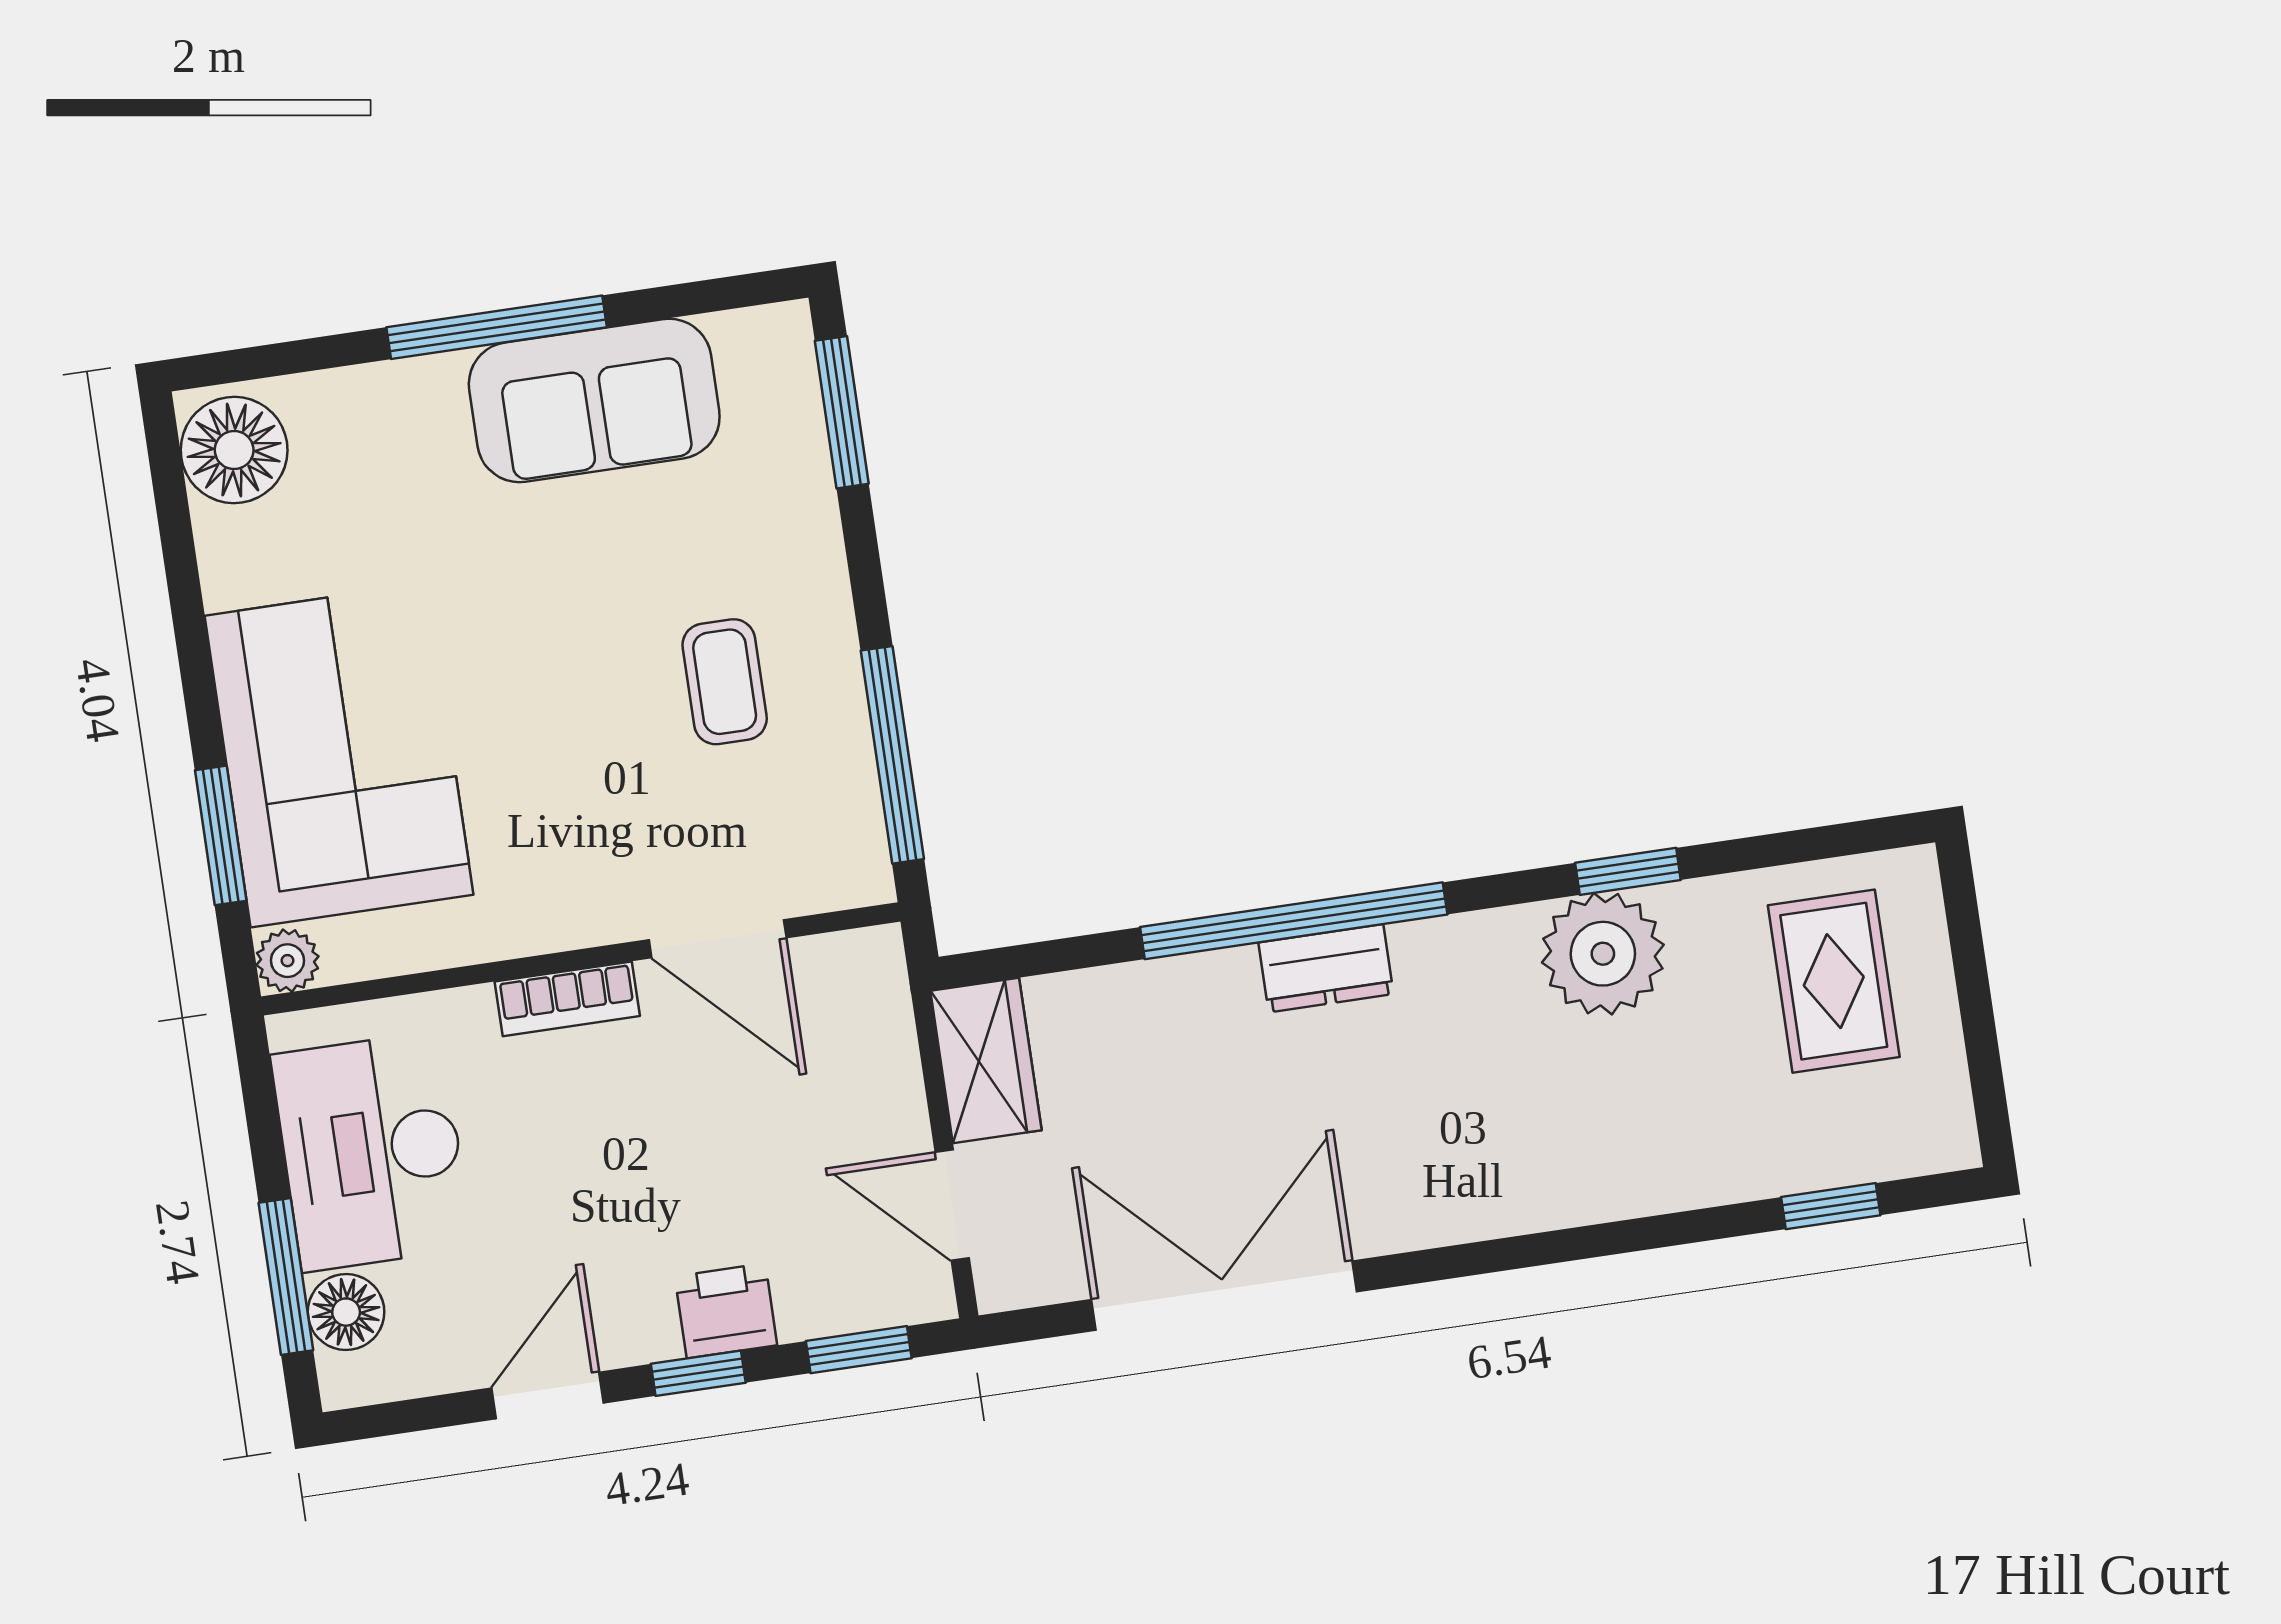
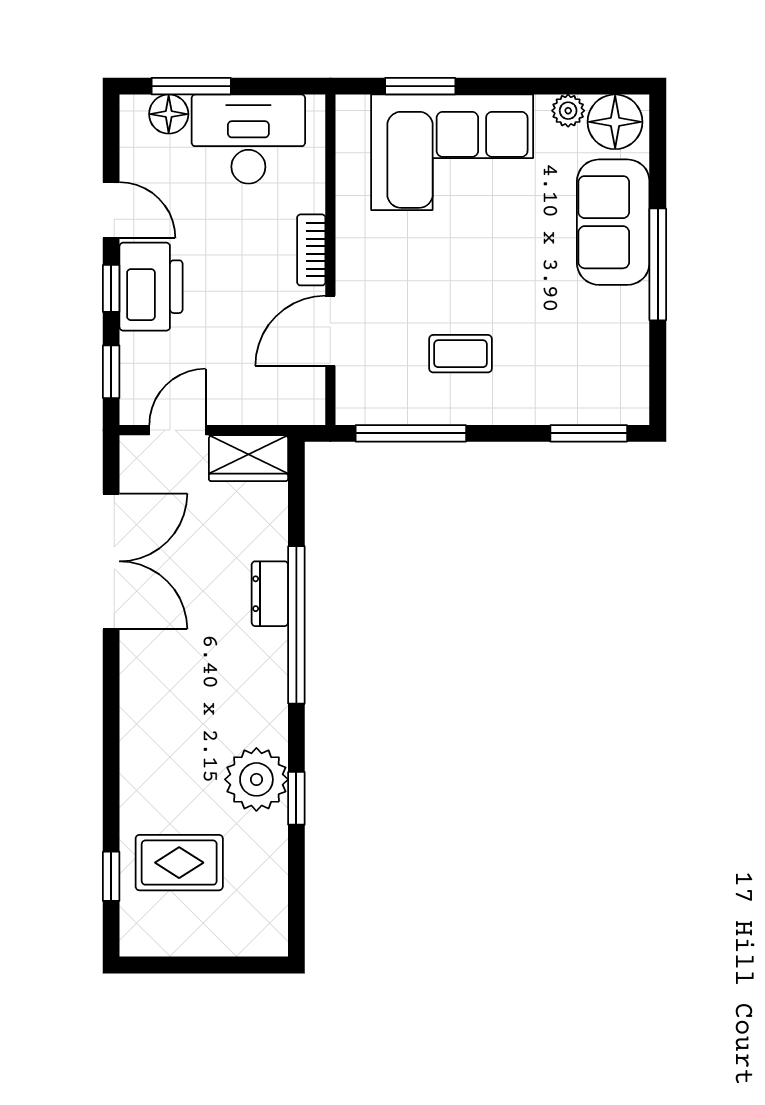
sofa: (594, 400) -> (613, 222), moved
plant: (287, 961) -> (568, 111), moved
dresser: (1326, 968) -> (270, 594), moved
rug: (1834, 981) -> (179, 863), moved
printer: (726, 1311) -> (151, 287), width x1.87, depth x1.48

